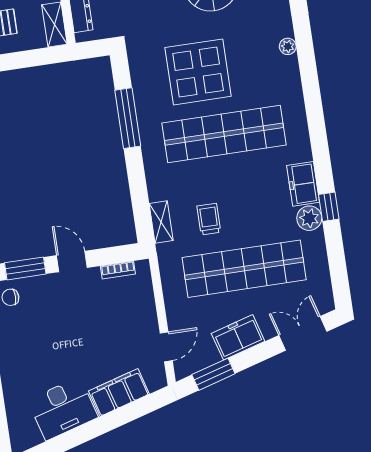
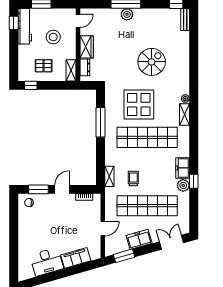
shelving: (291, 78) -> (185, 114), added
door: (72, 261) -> (62, 189), hinge flipped
door: (166, 347) -> (103, 229), moved

